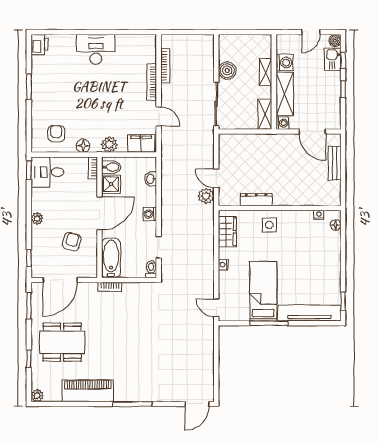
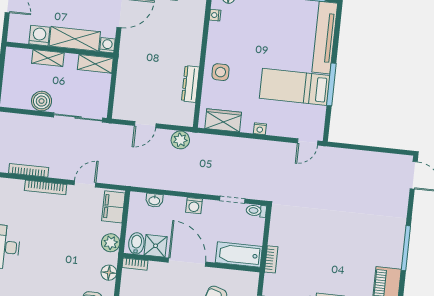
door: (216, 178) -> (145, 125), moved

